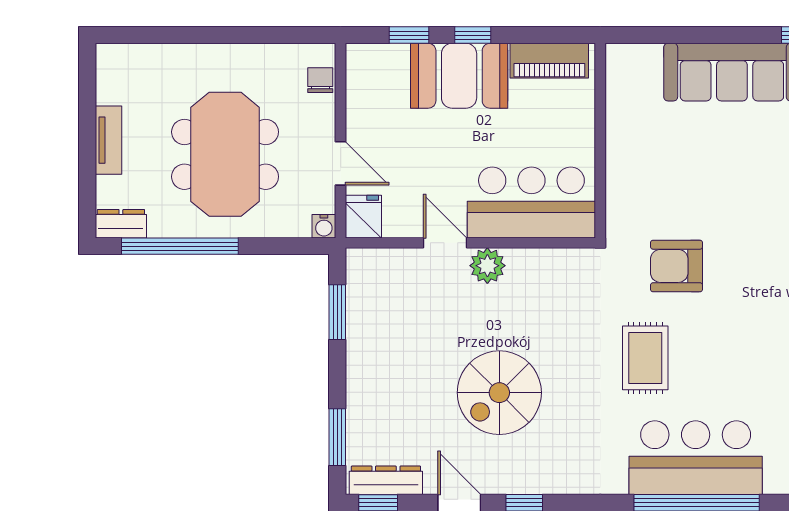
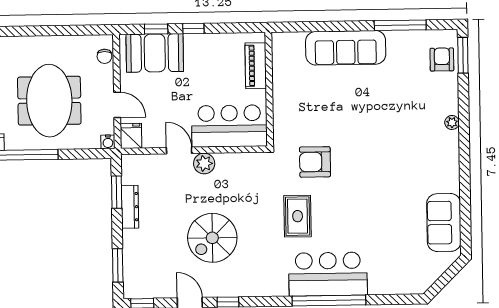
piano: (549, 61) -> (256, 66), moved, turned 90
booth: (459, 76) -> (155, 53), moved
chair: (320, 80) -> (104, 56), turned 180
dresser: (386, 480) -> (130, 207), moved, turned 90

